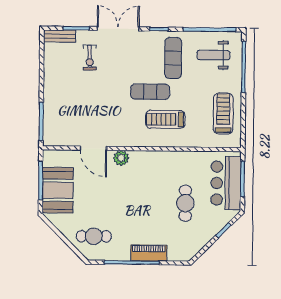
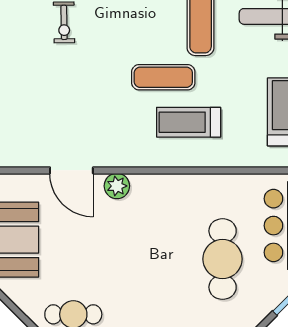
cafe table: (185, 203) -> (223, 259), width x1.37, depth x1.35

